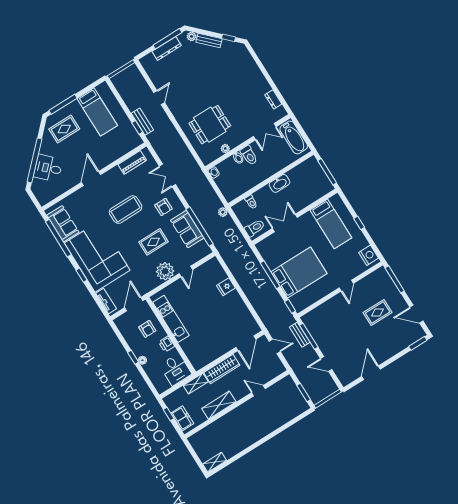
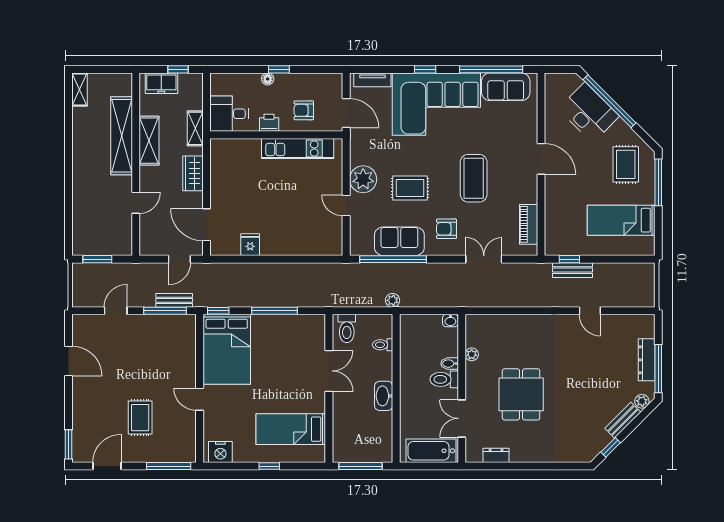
dining table: (210, 125) -> (521, 394), moved
desk: (48, 168) -> (589, 113), width x1.37
rug: (153, 242) -> (410, 188), turned 90
bed: (299, 273) -> (227, 349), moved
fridge: (226, 287) -> (250, 245), moved
wardrobe: (222, 369) -> (193, 173), width x0.67
shelving: (226, 422) -> (122, 136), added

